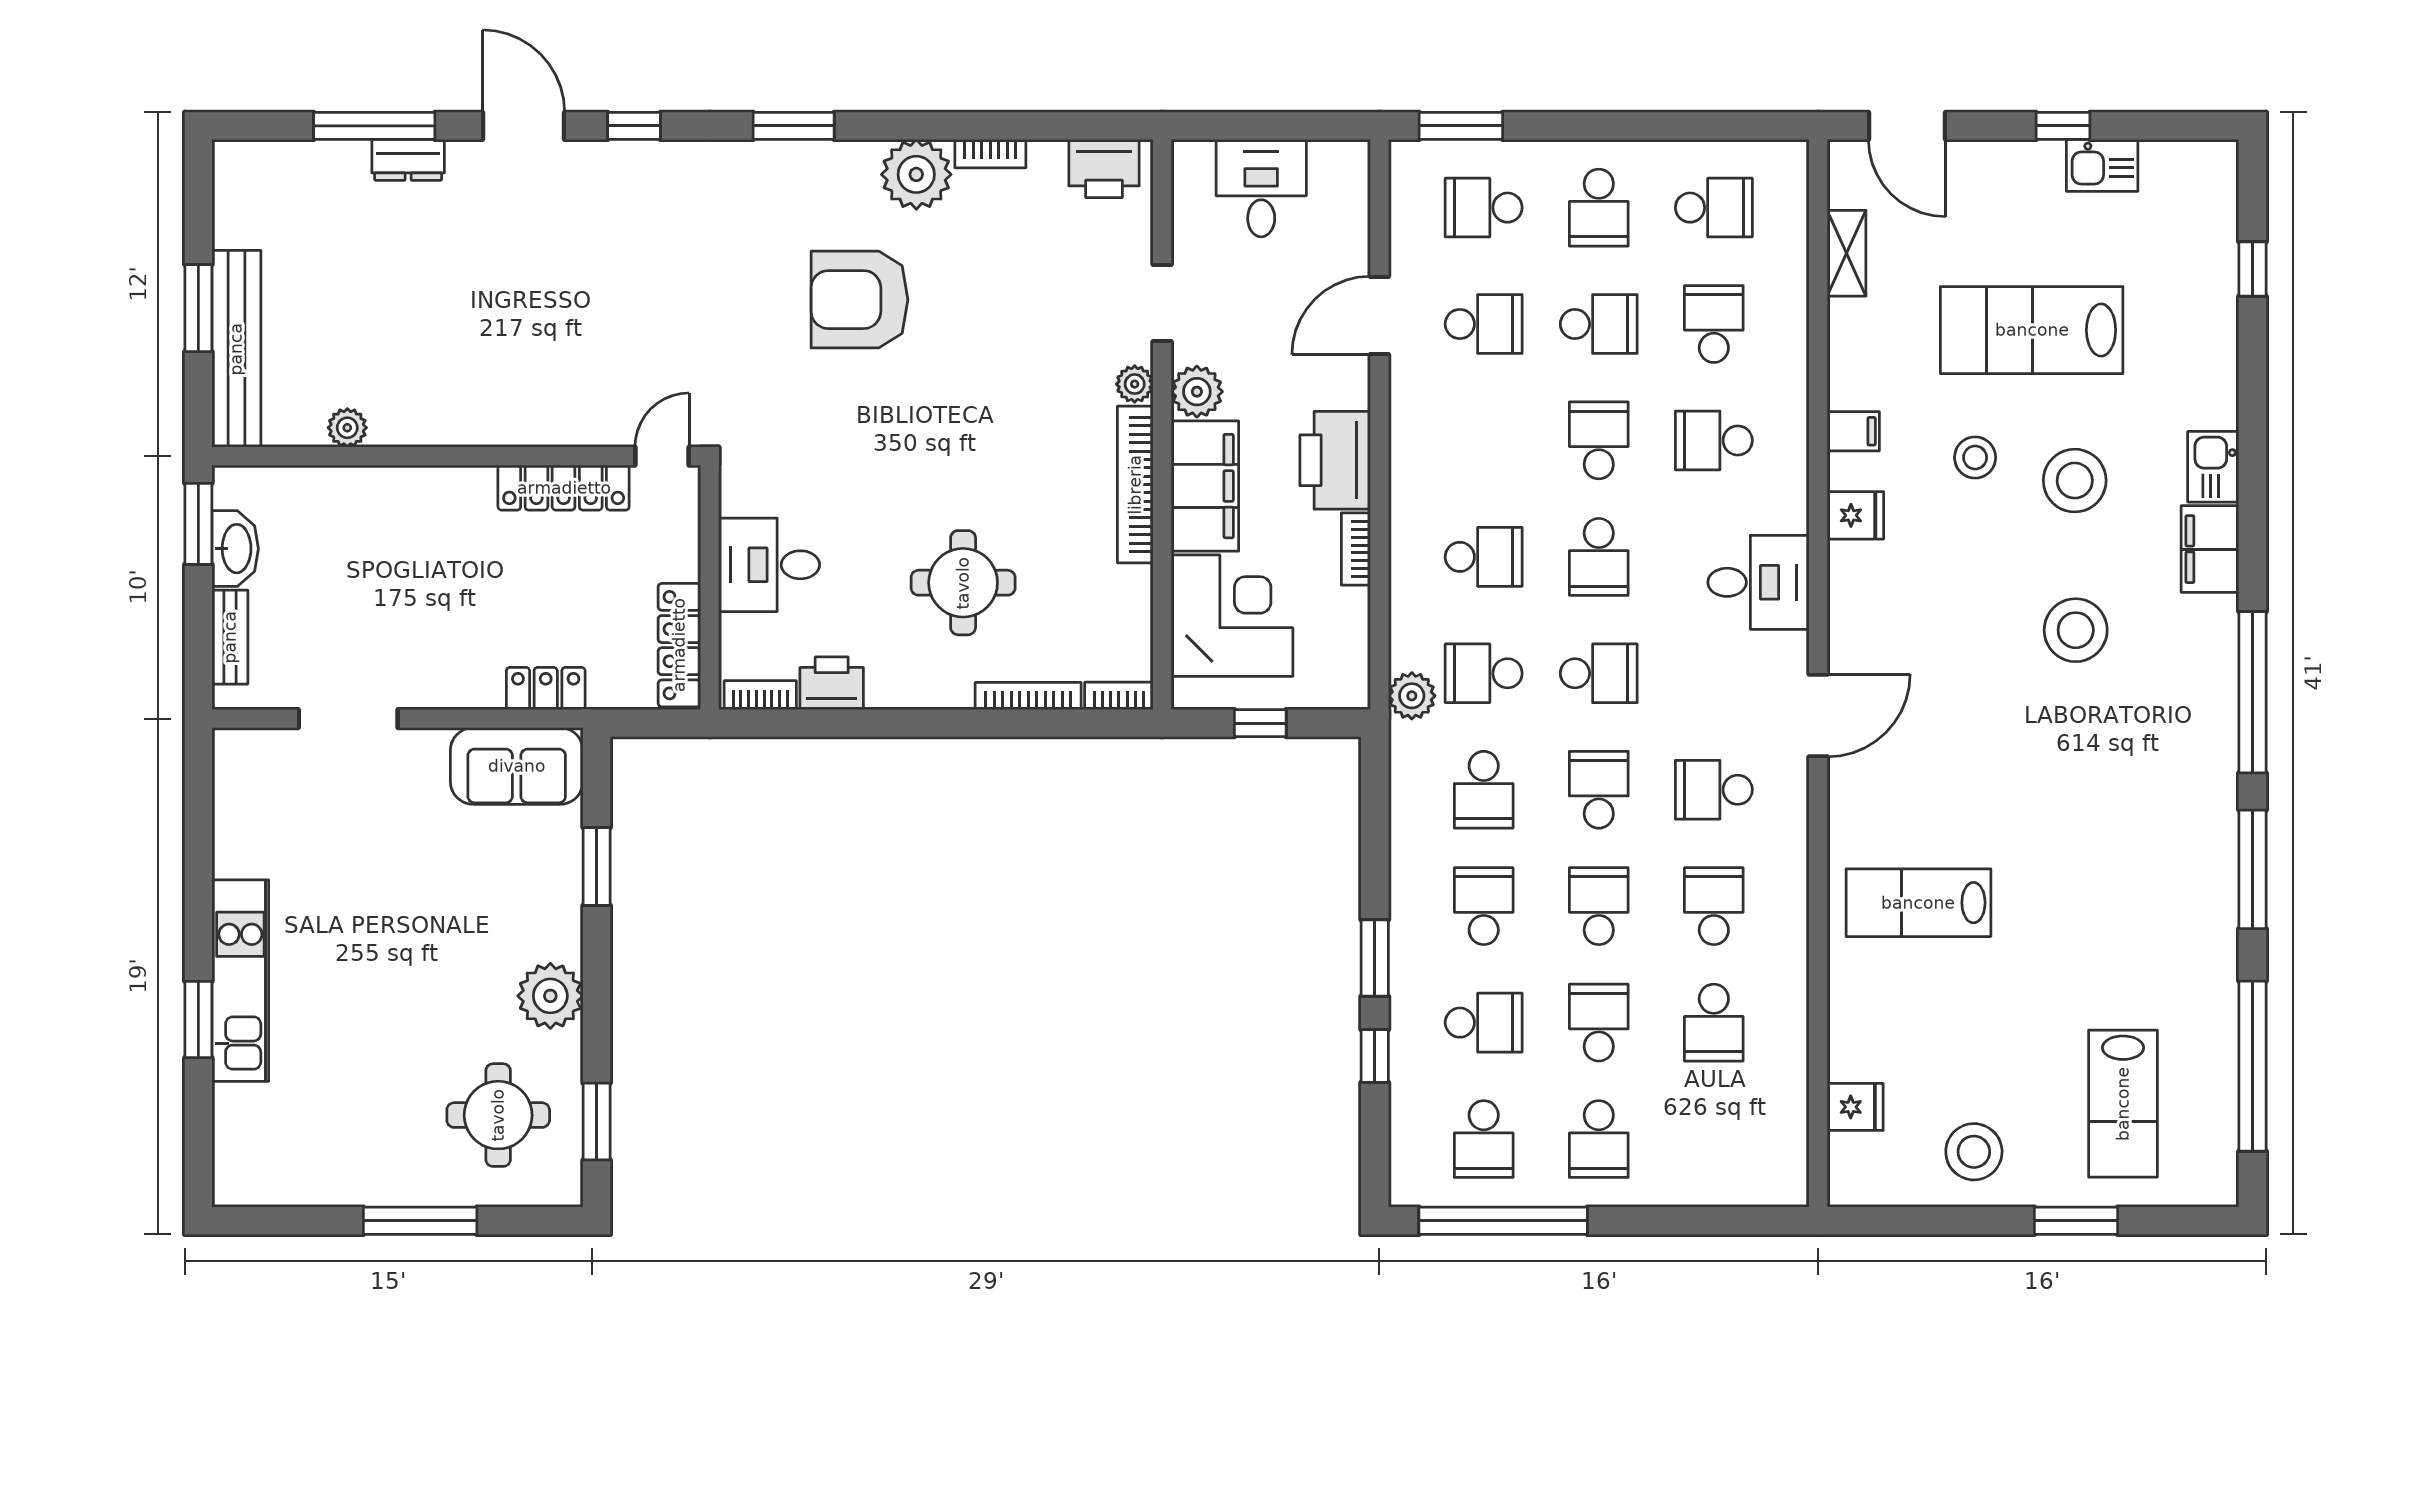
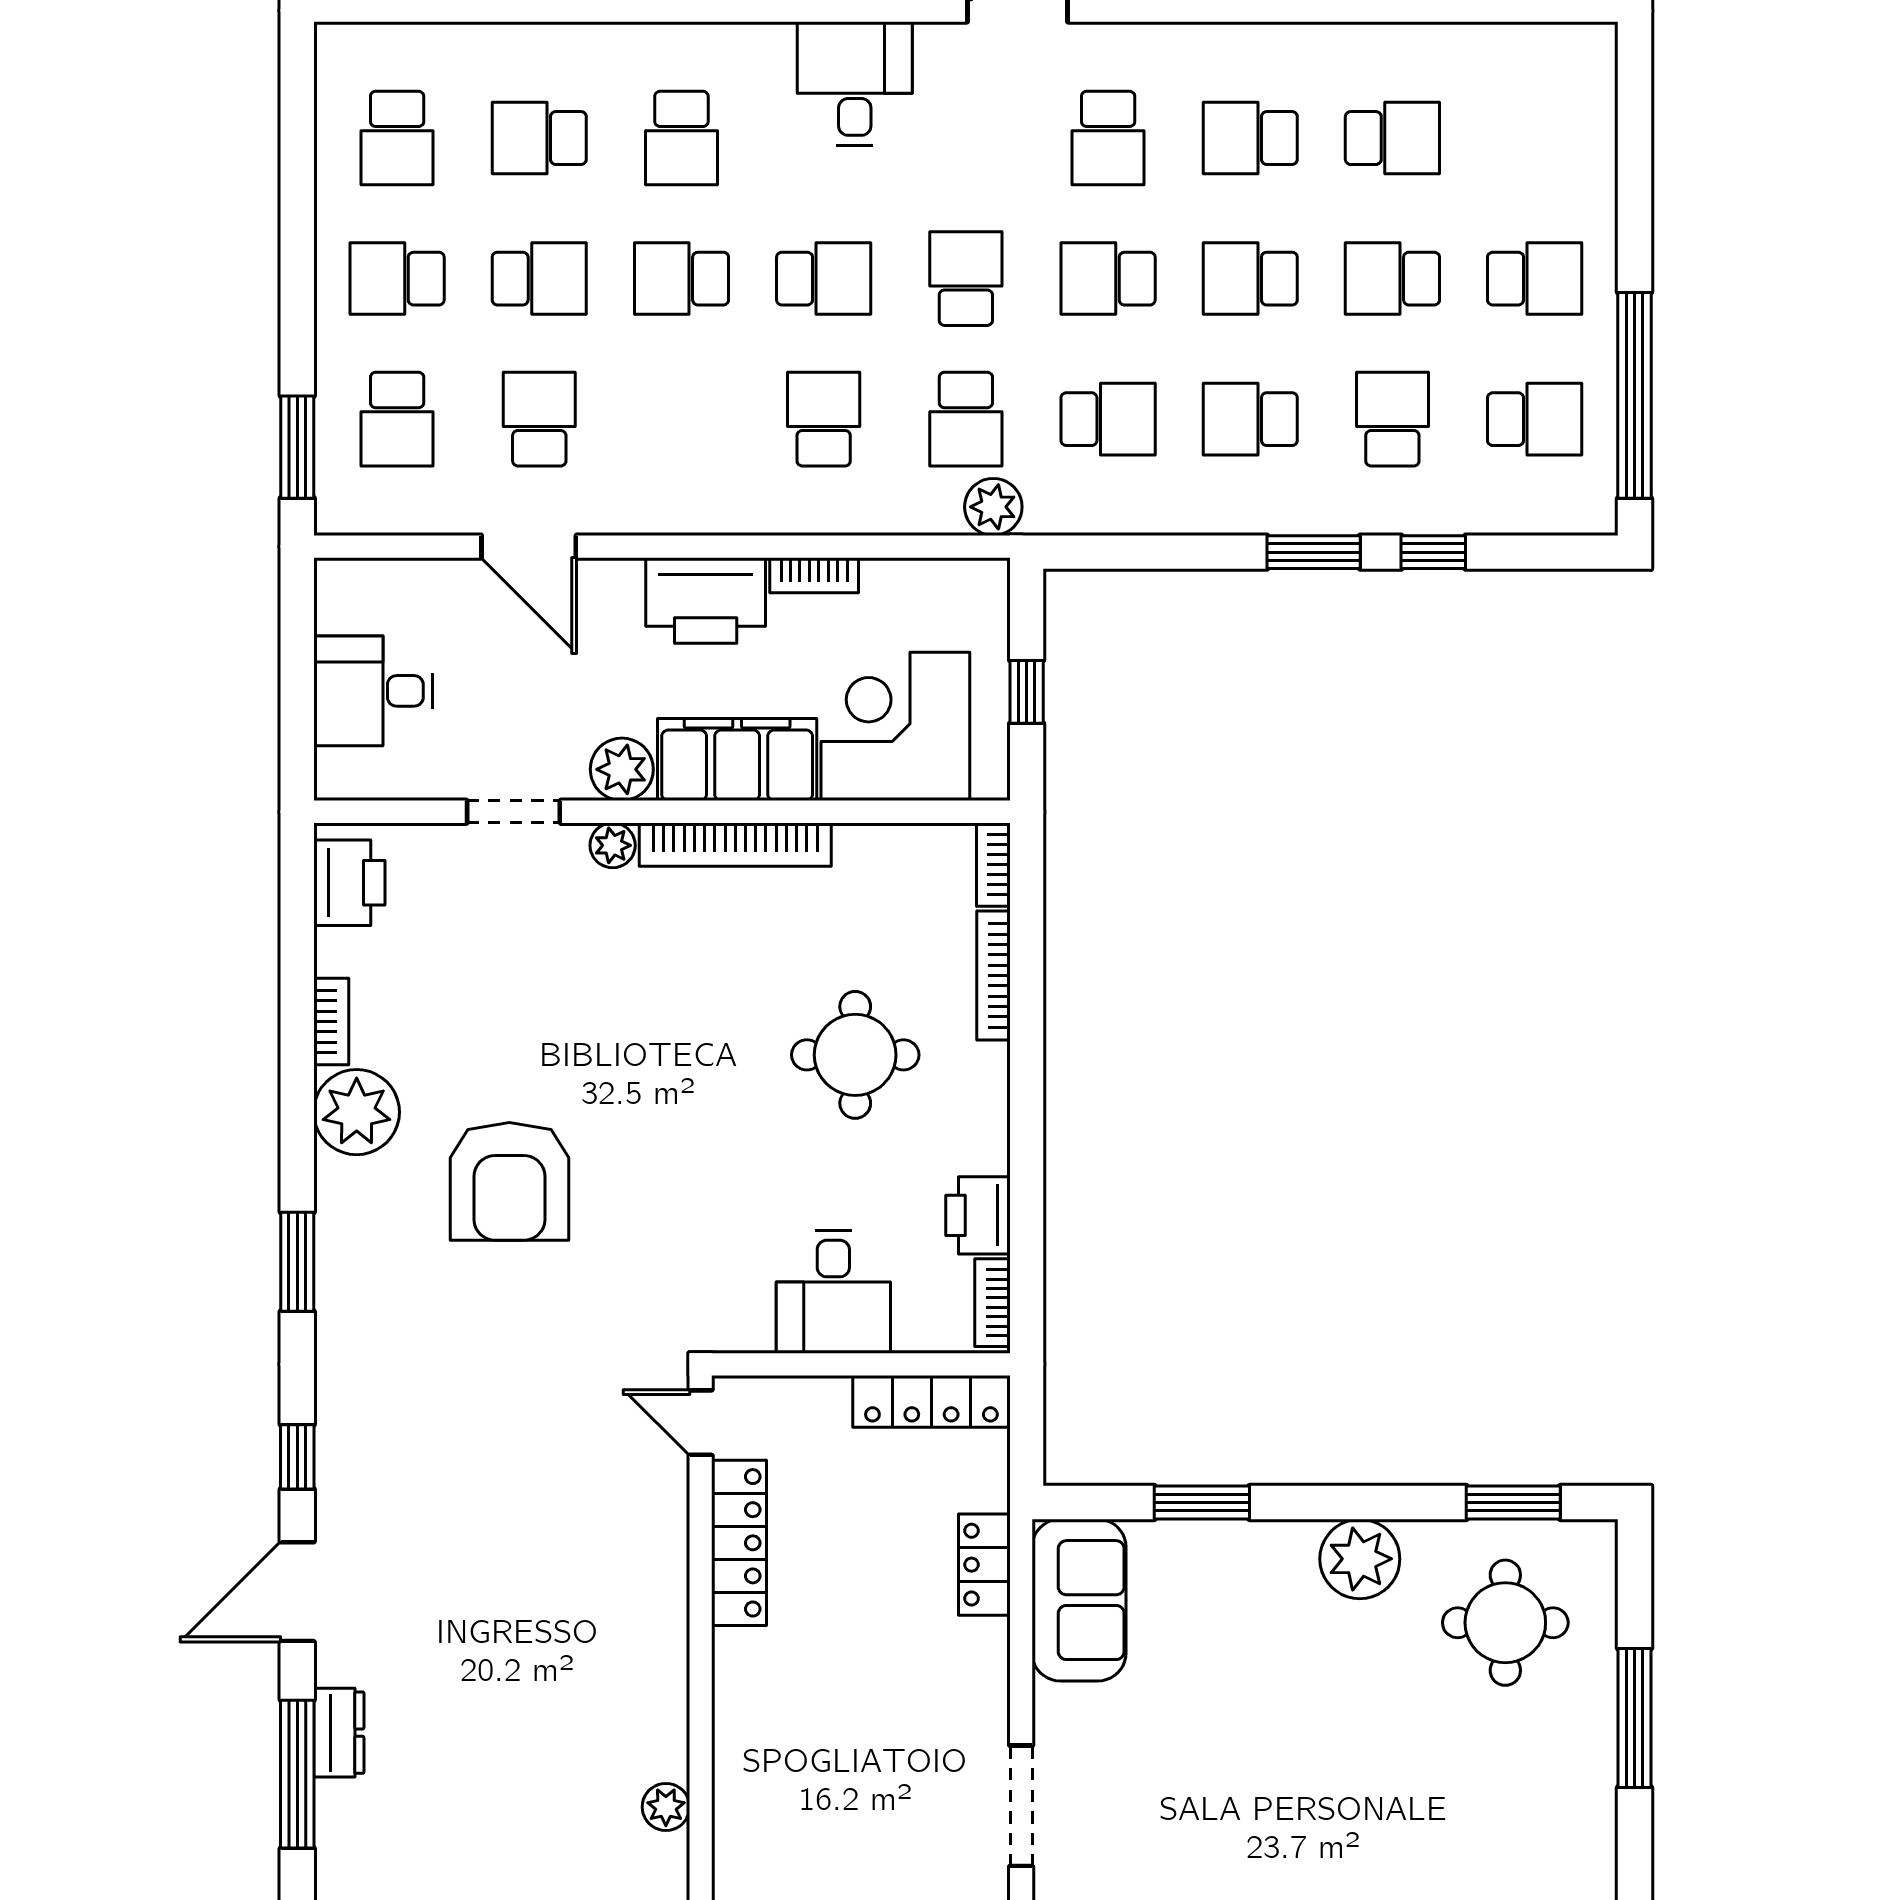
school desk: (1599, 208) -> (397, 279), turned 180
school desk: (1714, 208) -> (397, 138), turned 180
school desk: (1599, 324) -> (539, 279), turned 90

